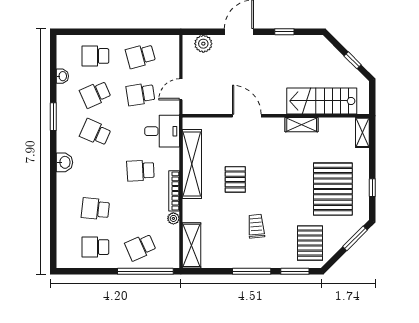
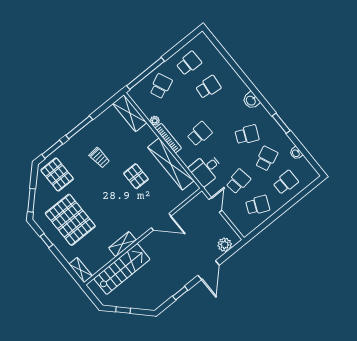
school desk: (140, 56) -> (258, 205), turned 39

